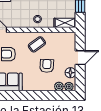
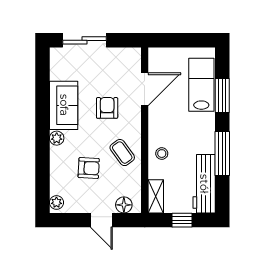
floor lamp: (70, 73) -> (124, 205), moved
plant: (59, 86) -> (57, 138), moved

